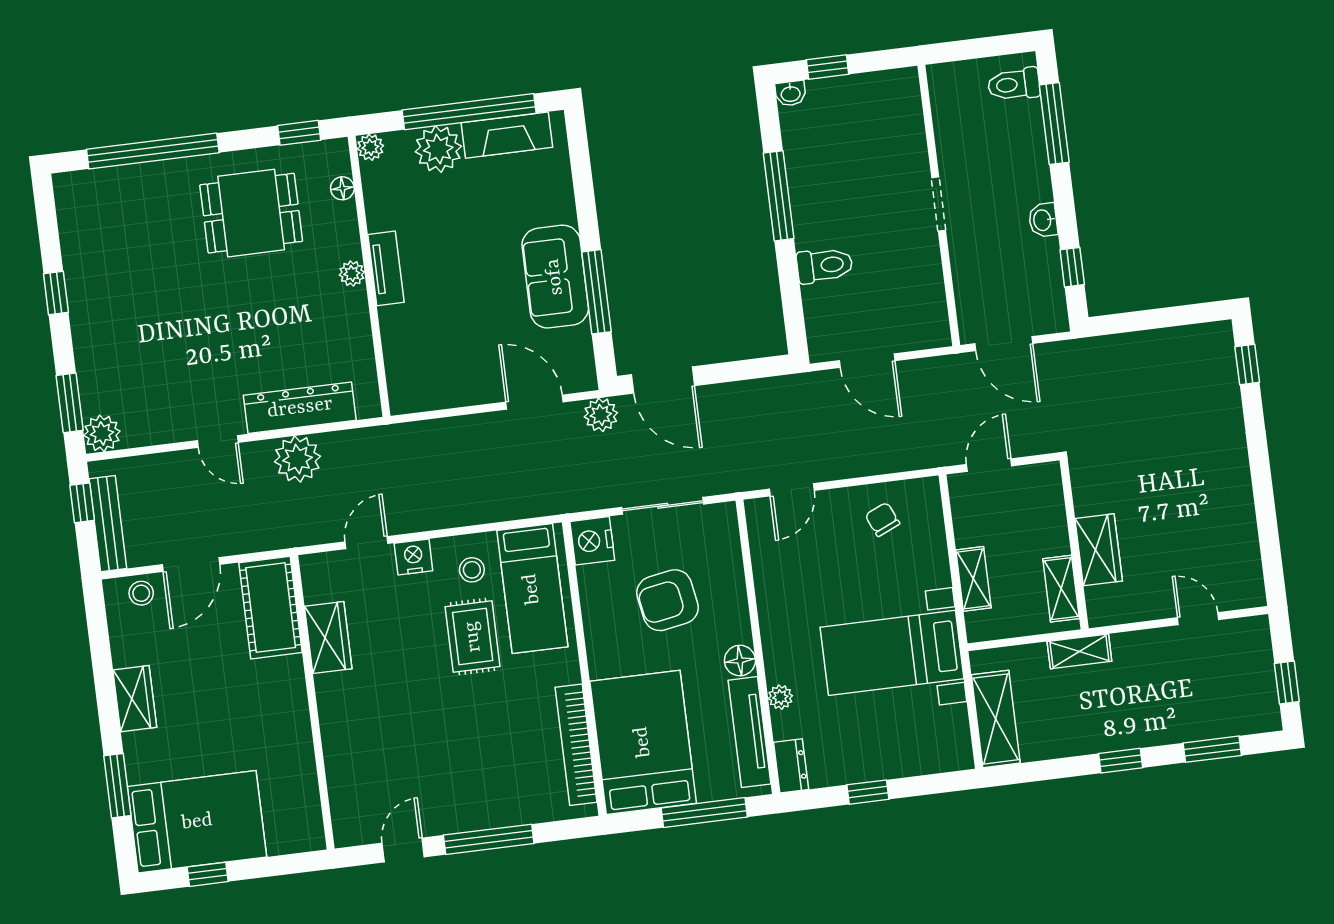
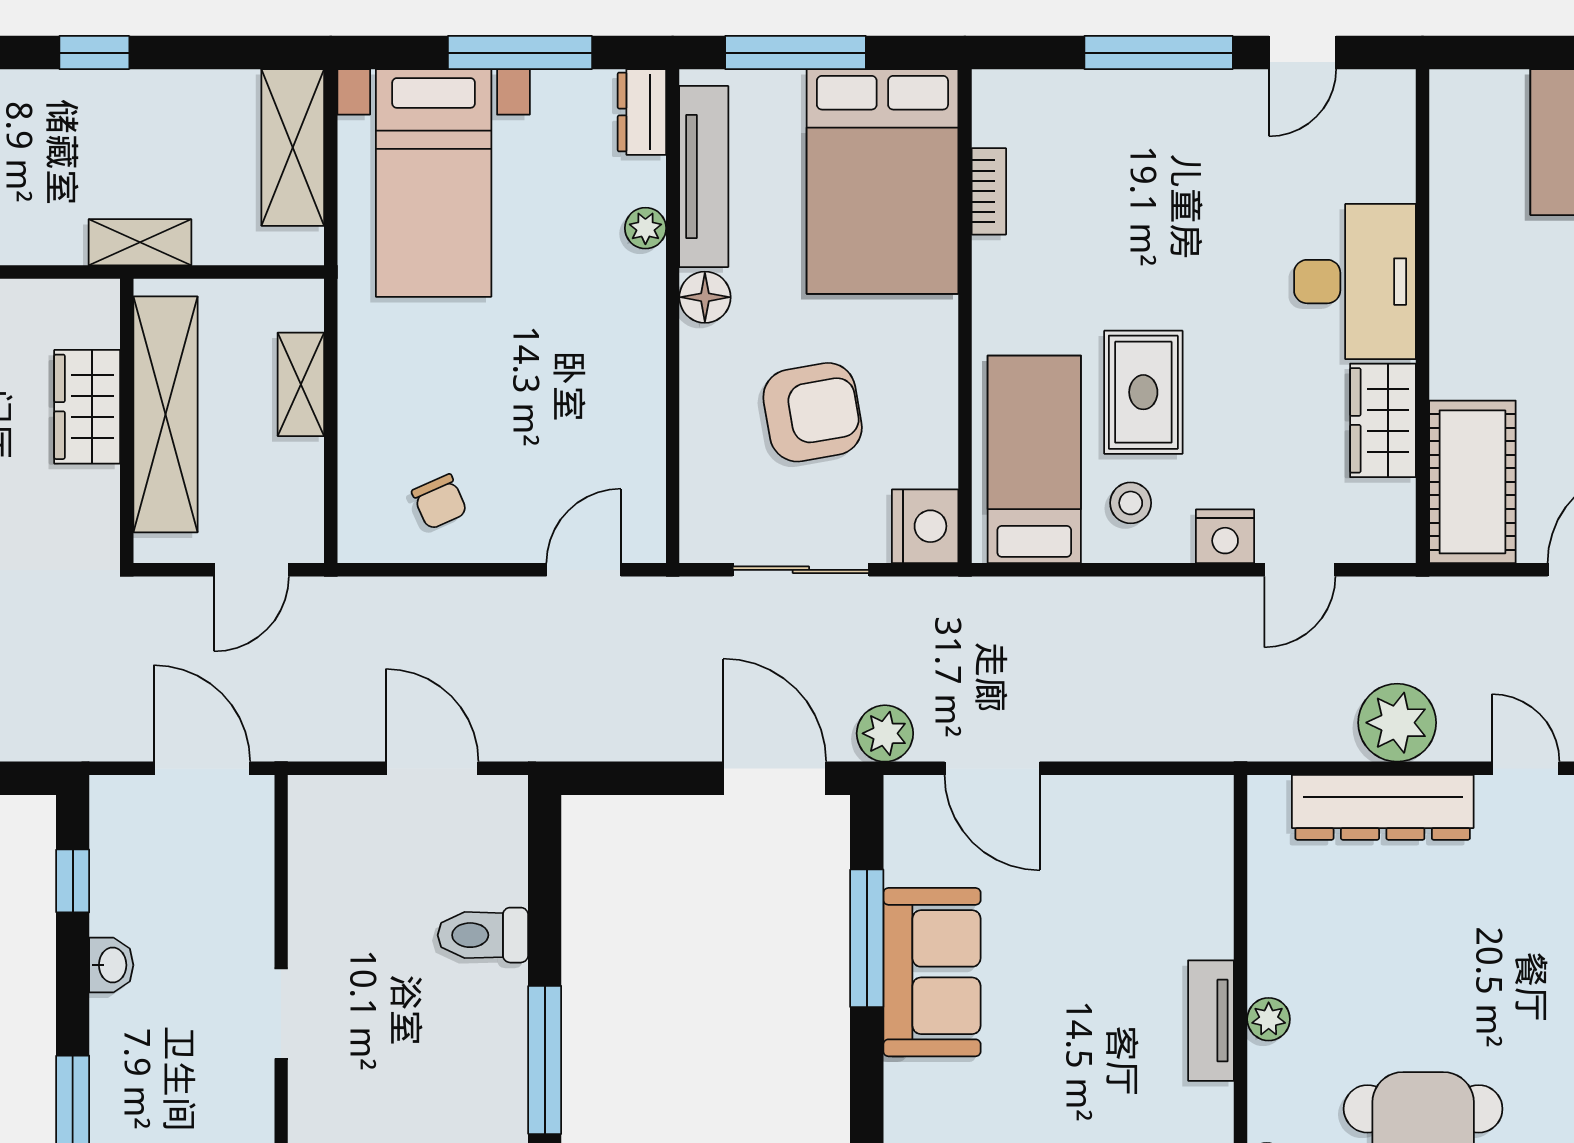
shelving: (1061, 589) -> (165, 414), width x2.20, depth x1.33
bed with nightstands: (892, 653) -> (434, 183), moved, turned 90
desk: (355, 718) -> (1355, 282), added
bookcase: (576, 745) -> (989, 191), width x0.43, depth x0.76
window: (868, 792) -> (520, 53), width x2.17

